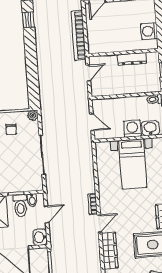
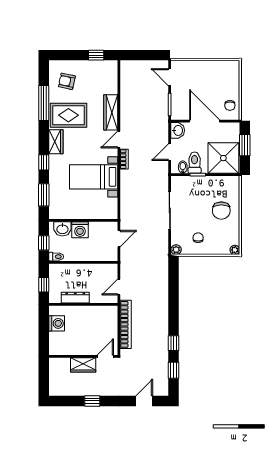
door: (92, 122) -> (119, 239), swing flipped
bed with nightstands: (133, 164) -> (94, 177), moved, turned -90

